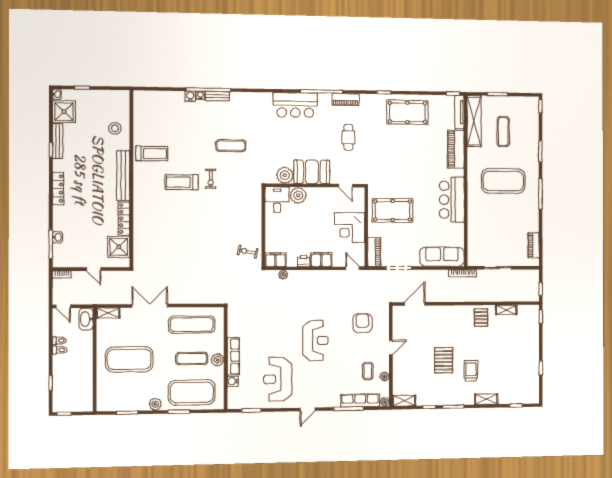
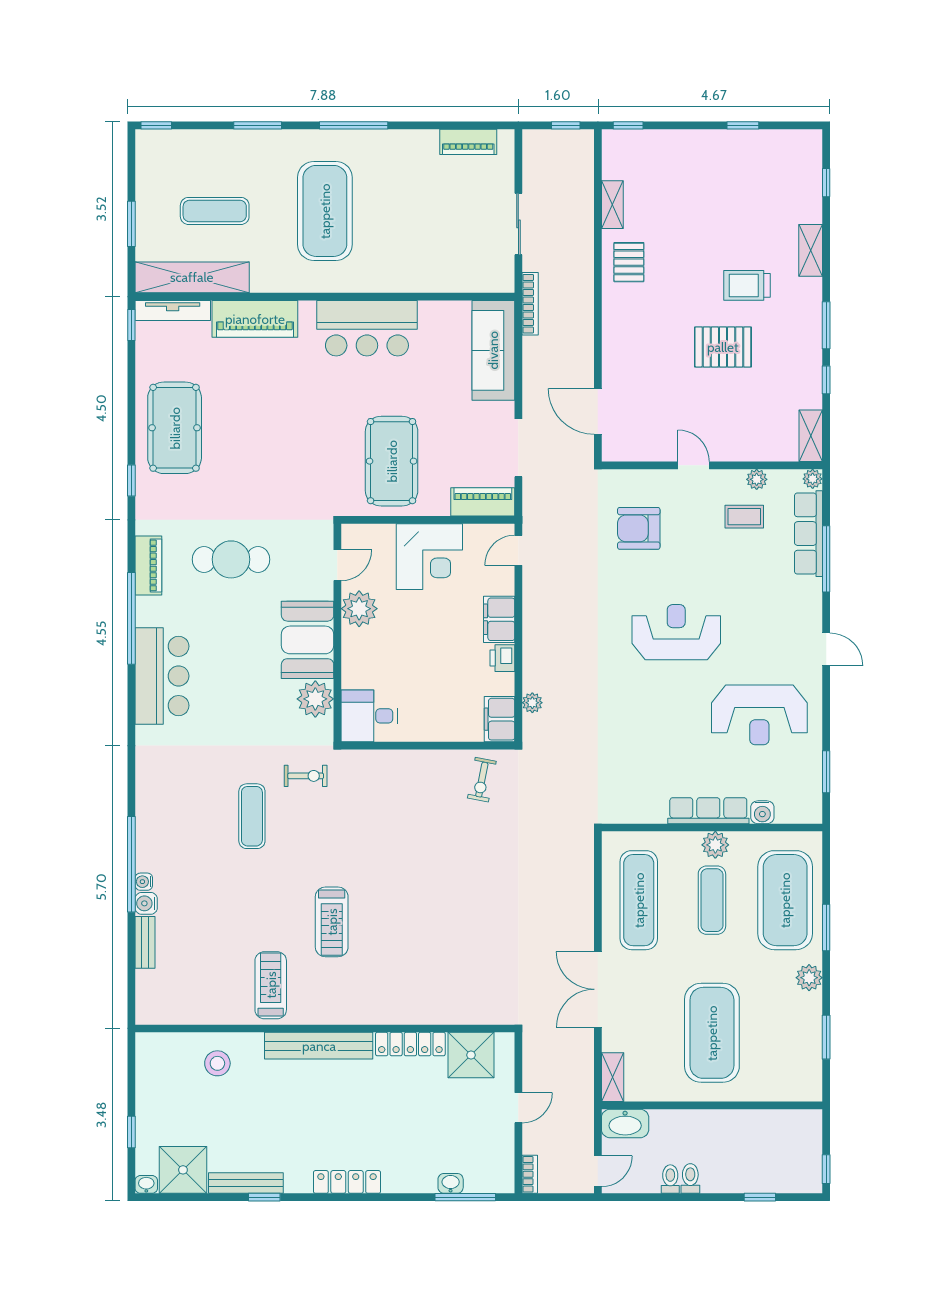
bench: (217, 96) -> (145, 942), moved
cafe table: (348, 137) -> (231, 559), width x1.37, depth x1.35
exercise bike: (211, 179) -> (306, 776), moved
plant: (298, 195) -> (359, 609), moved
pallet: (481, 317) -> (629, 262), turned 90

